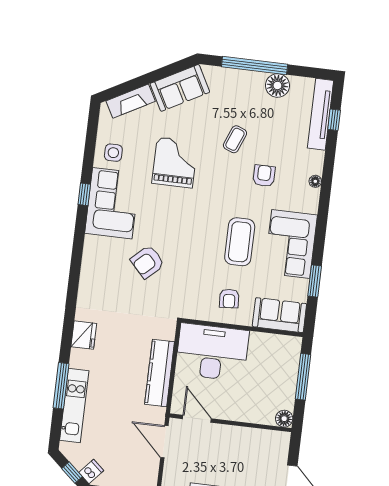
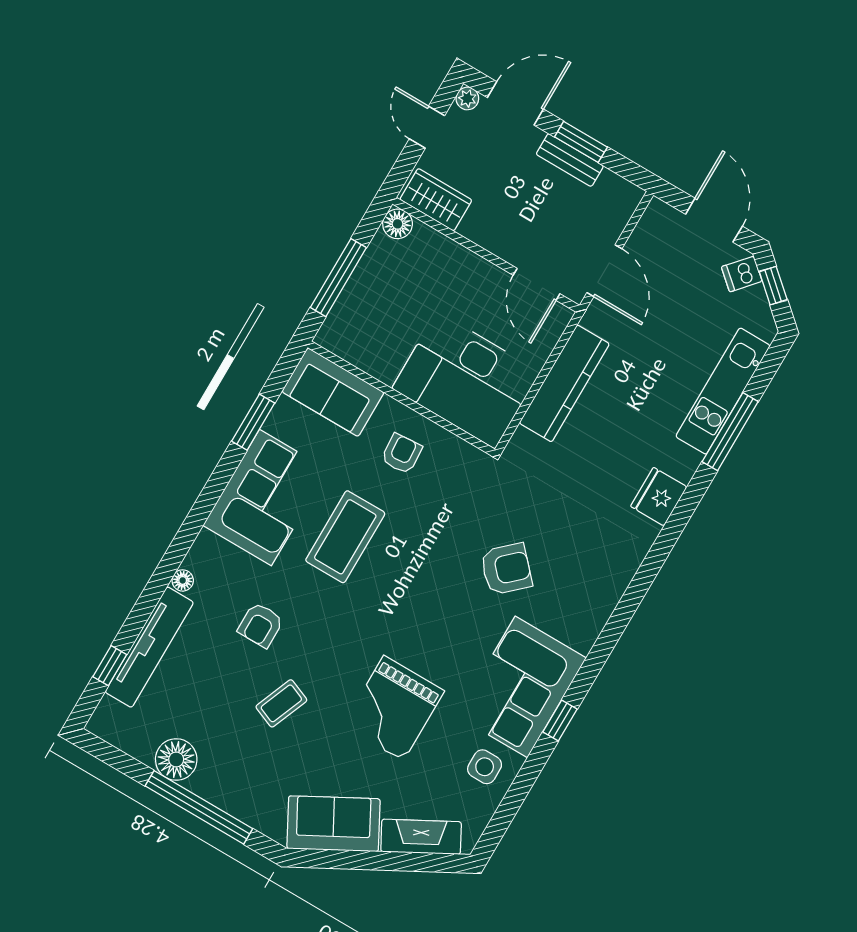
tv unit: (320, 114) -> (149, 647), moved
wardrobe: (270, 440) -> (436, 200), added

